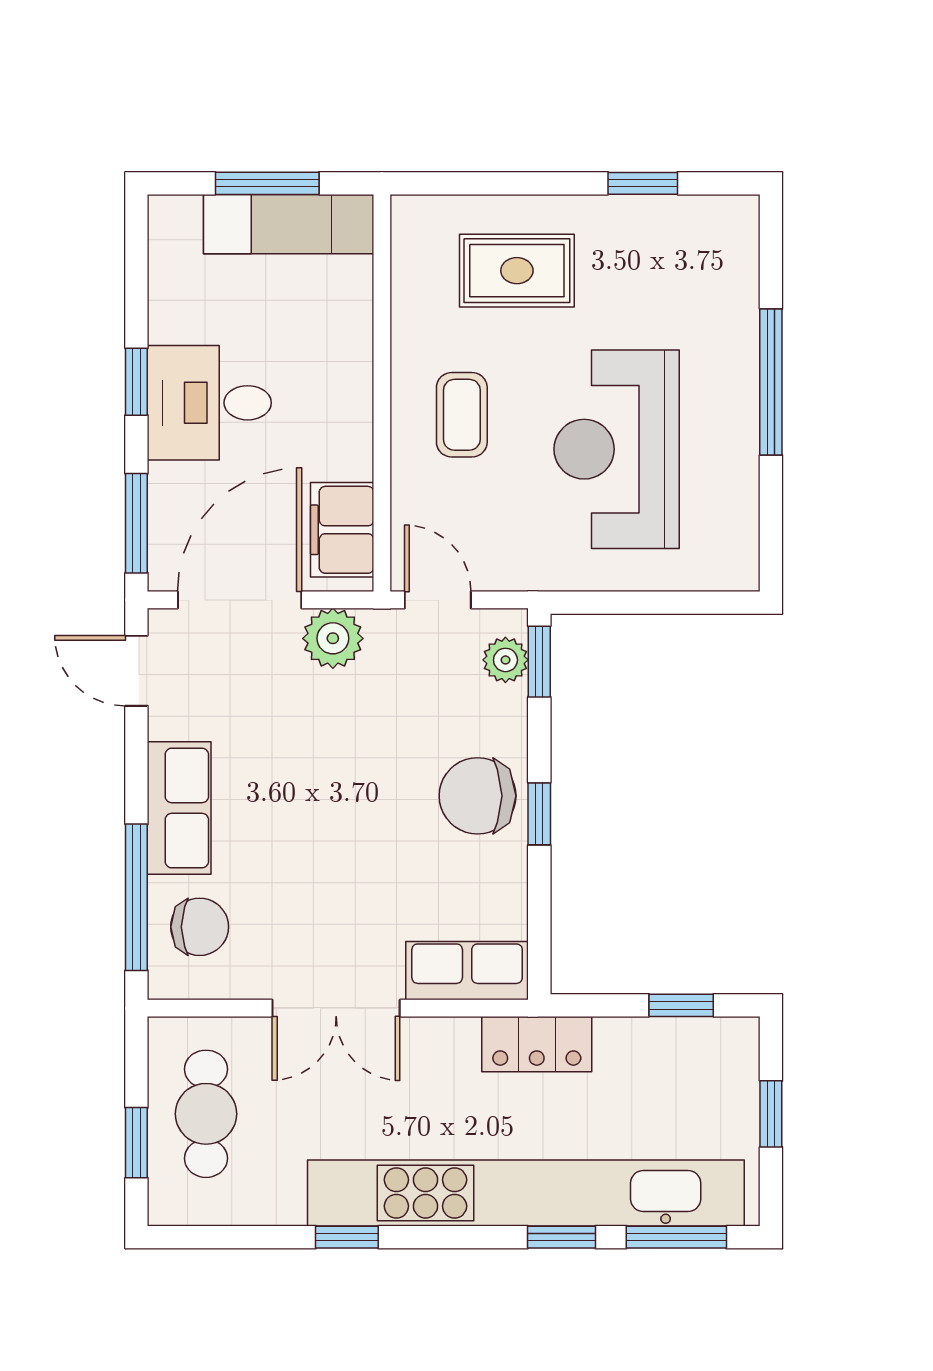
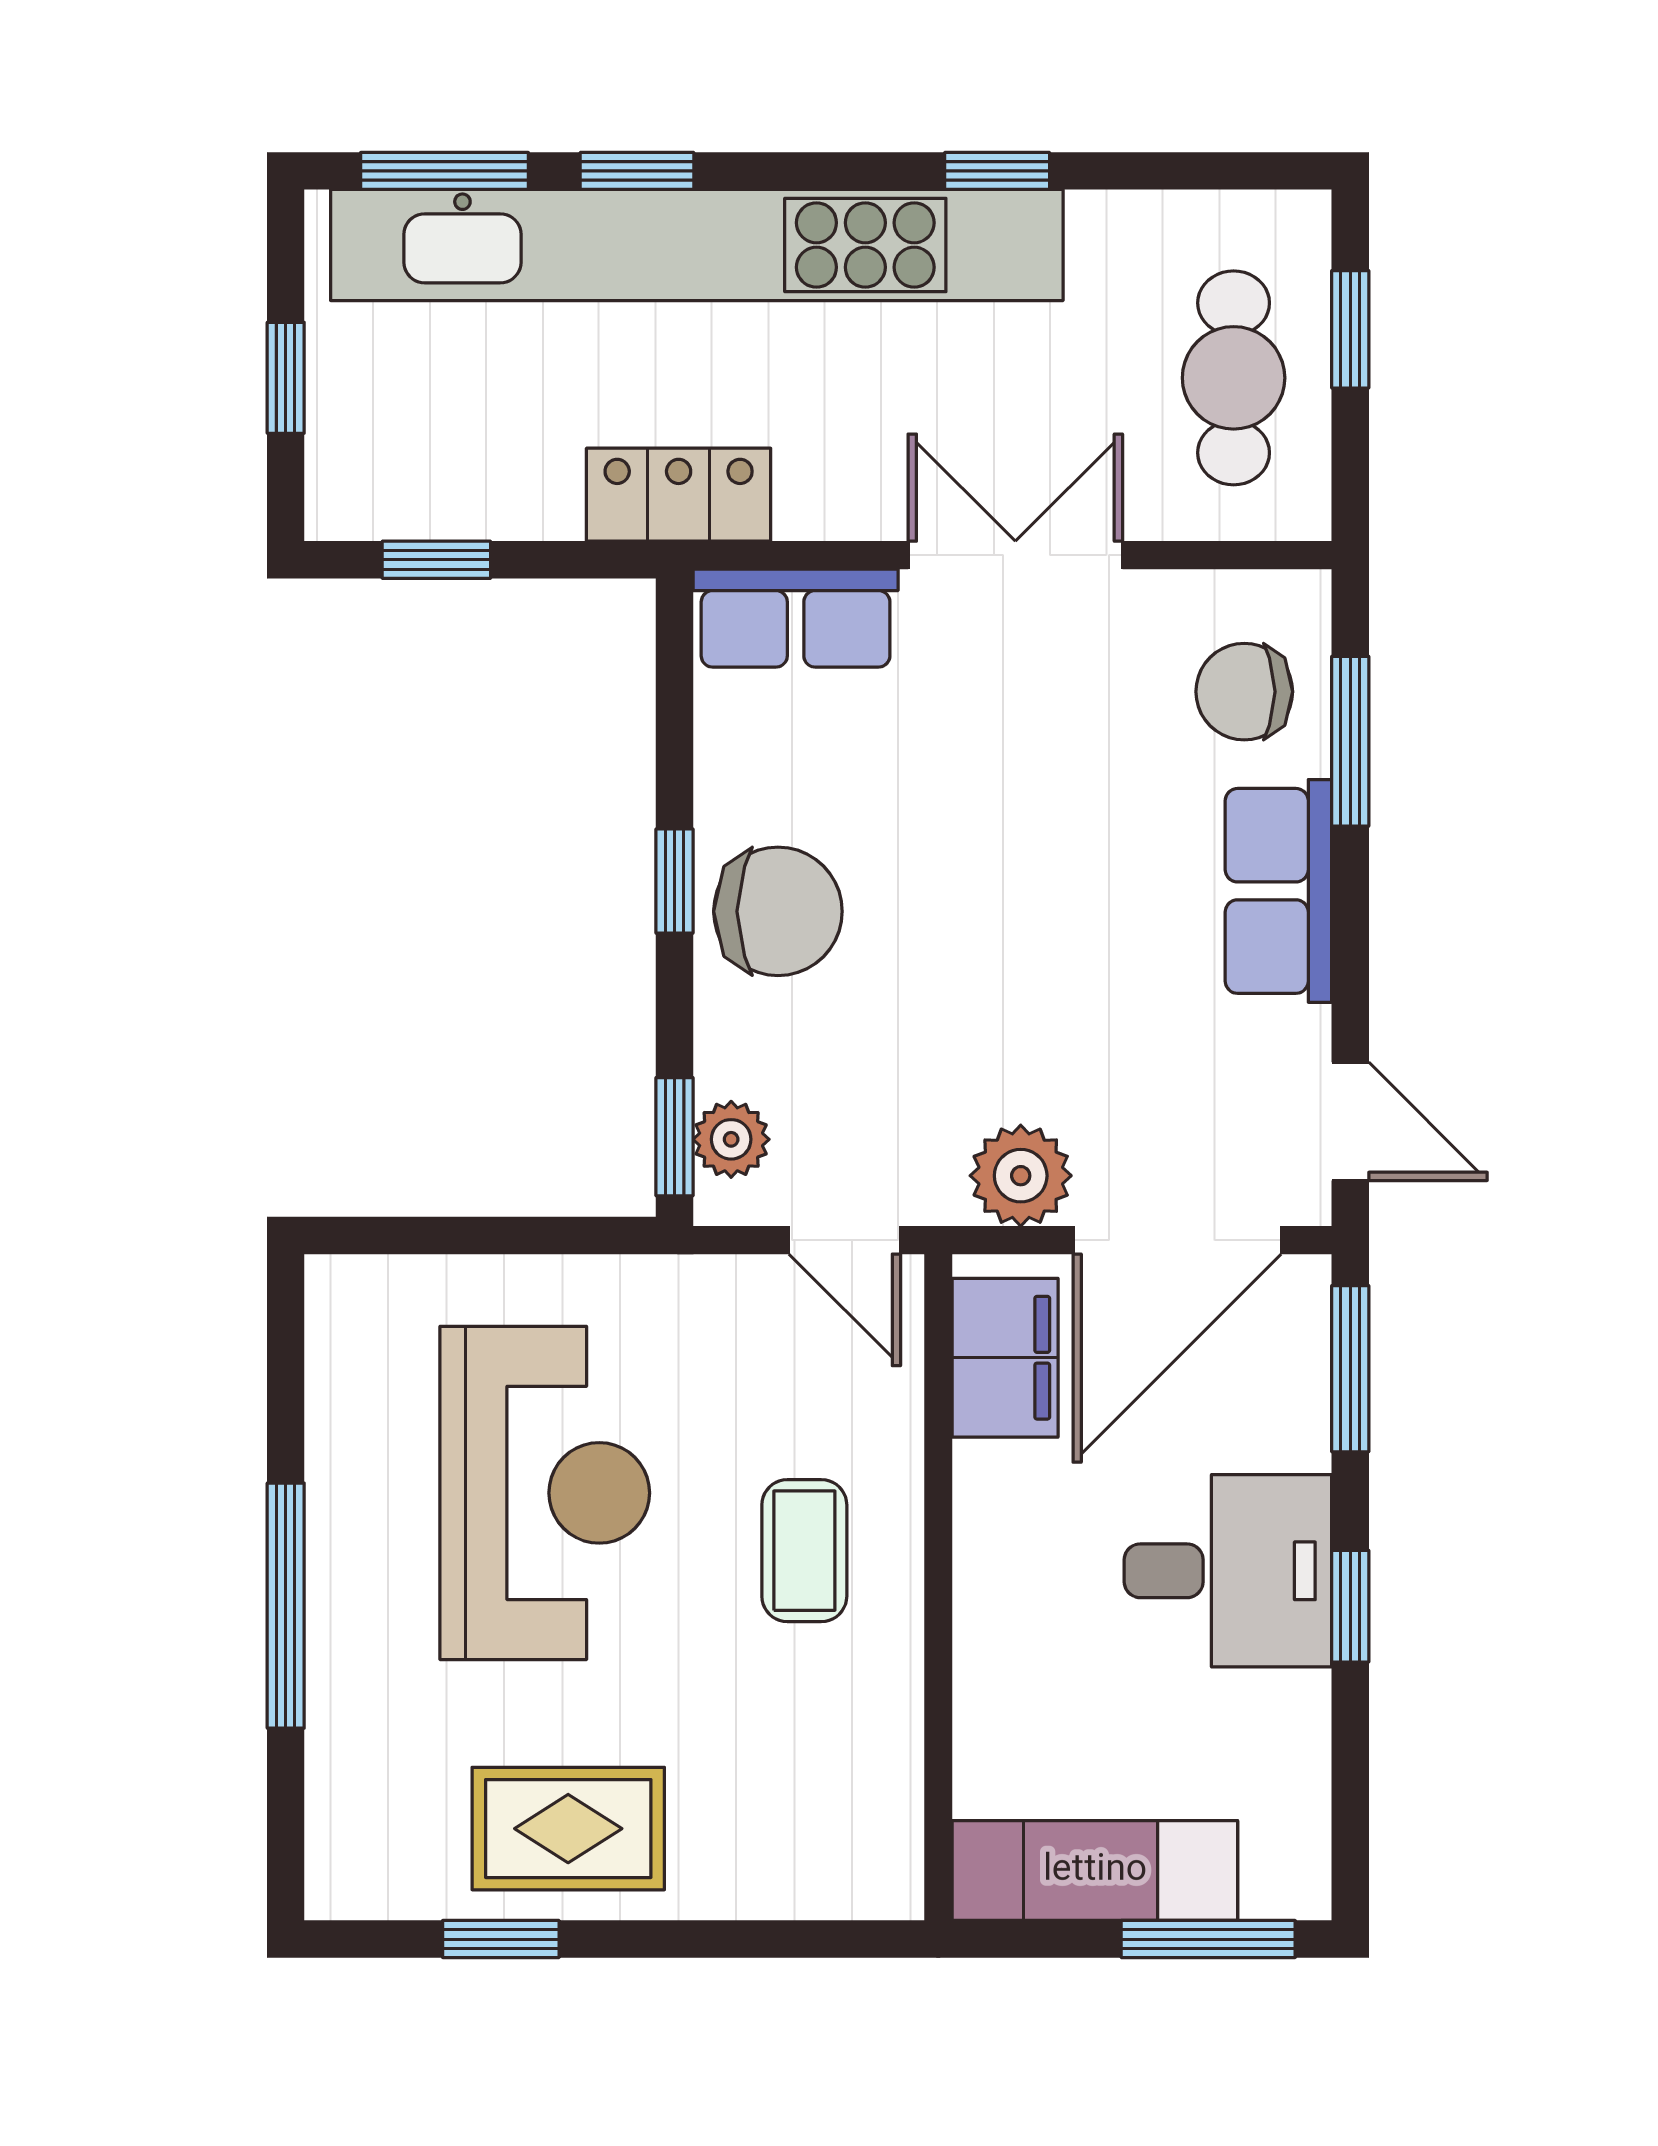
window: (267, 183) -> (1208, 1939), moved
rug: (517, 271) -> (568, 1829), moved
window: (136, 897) -> (1350, 741), width x0.69

